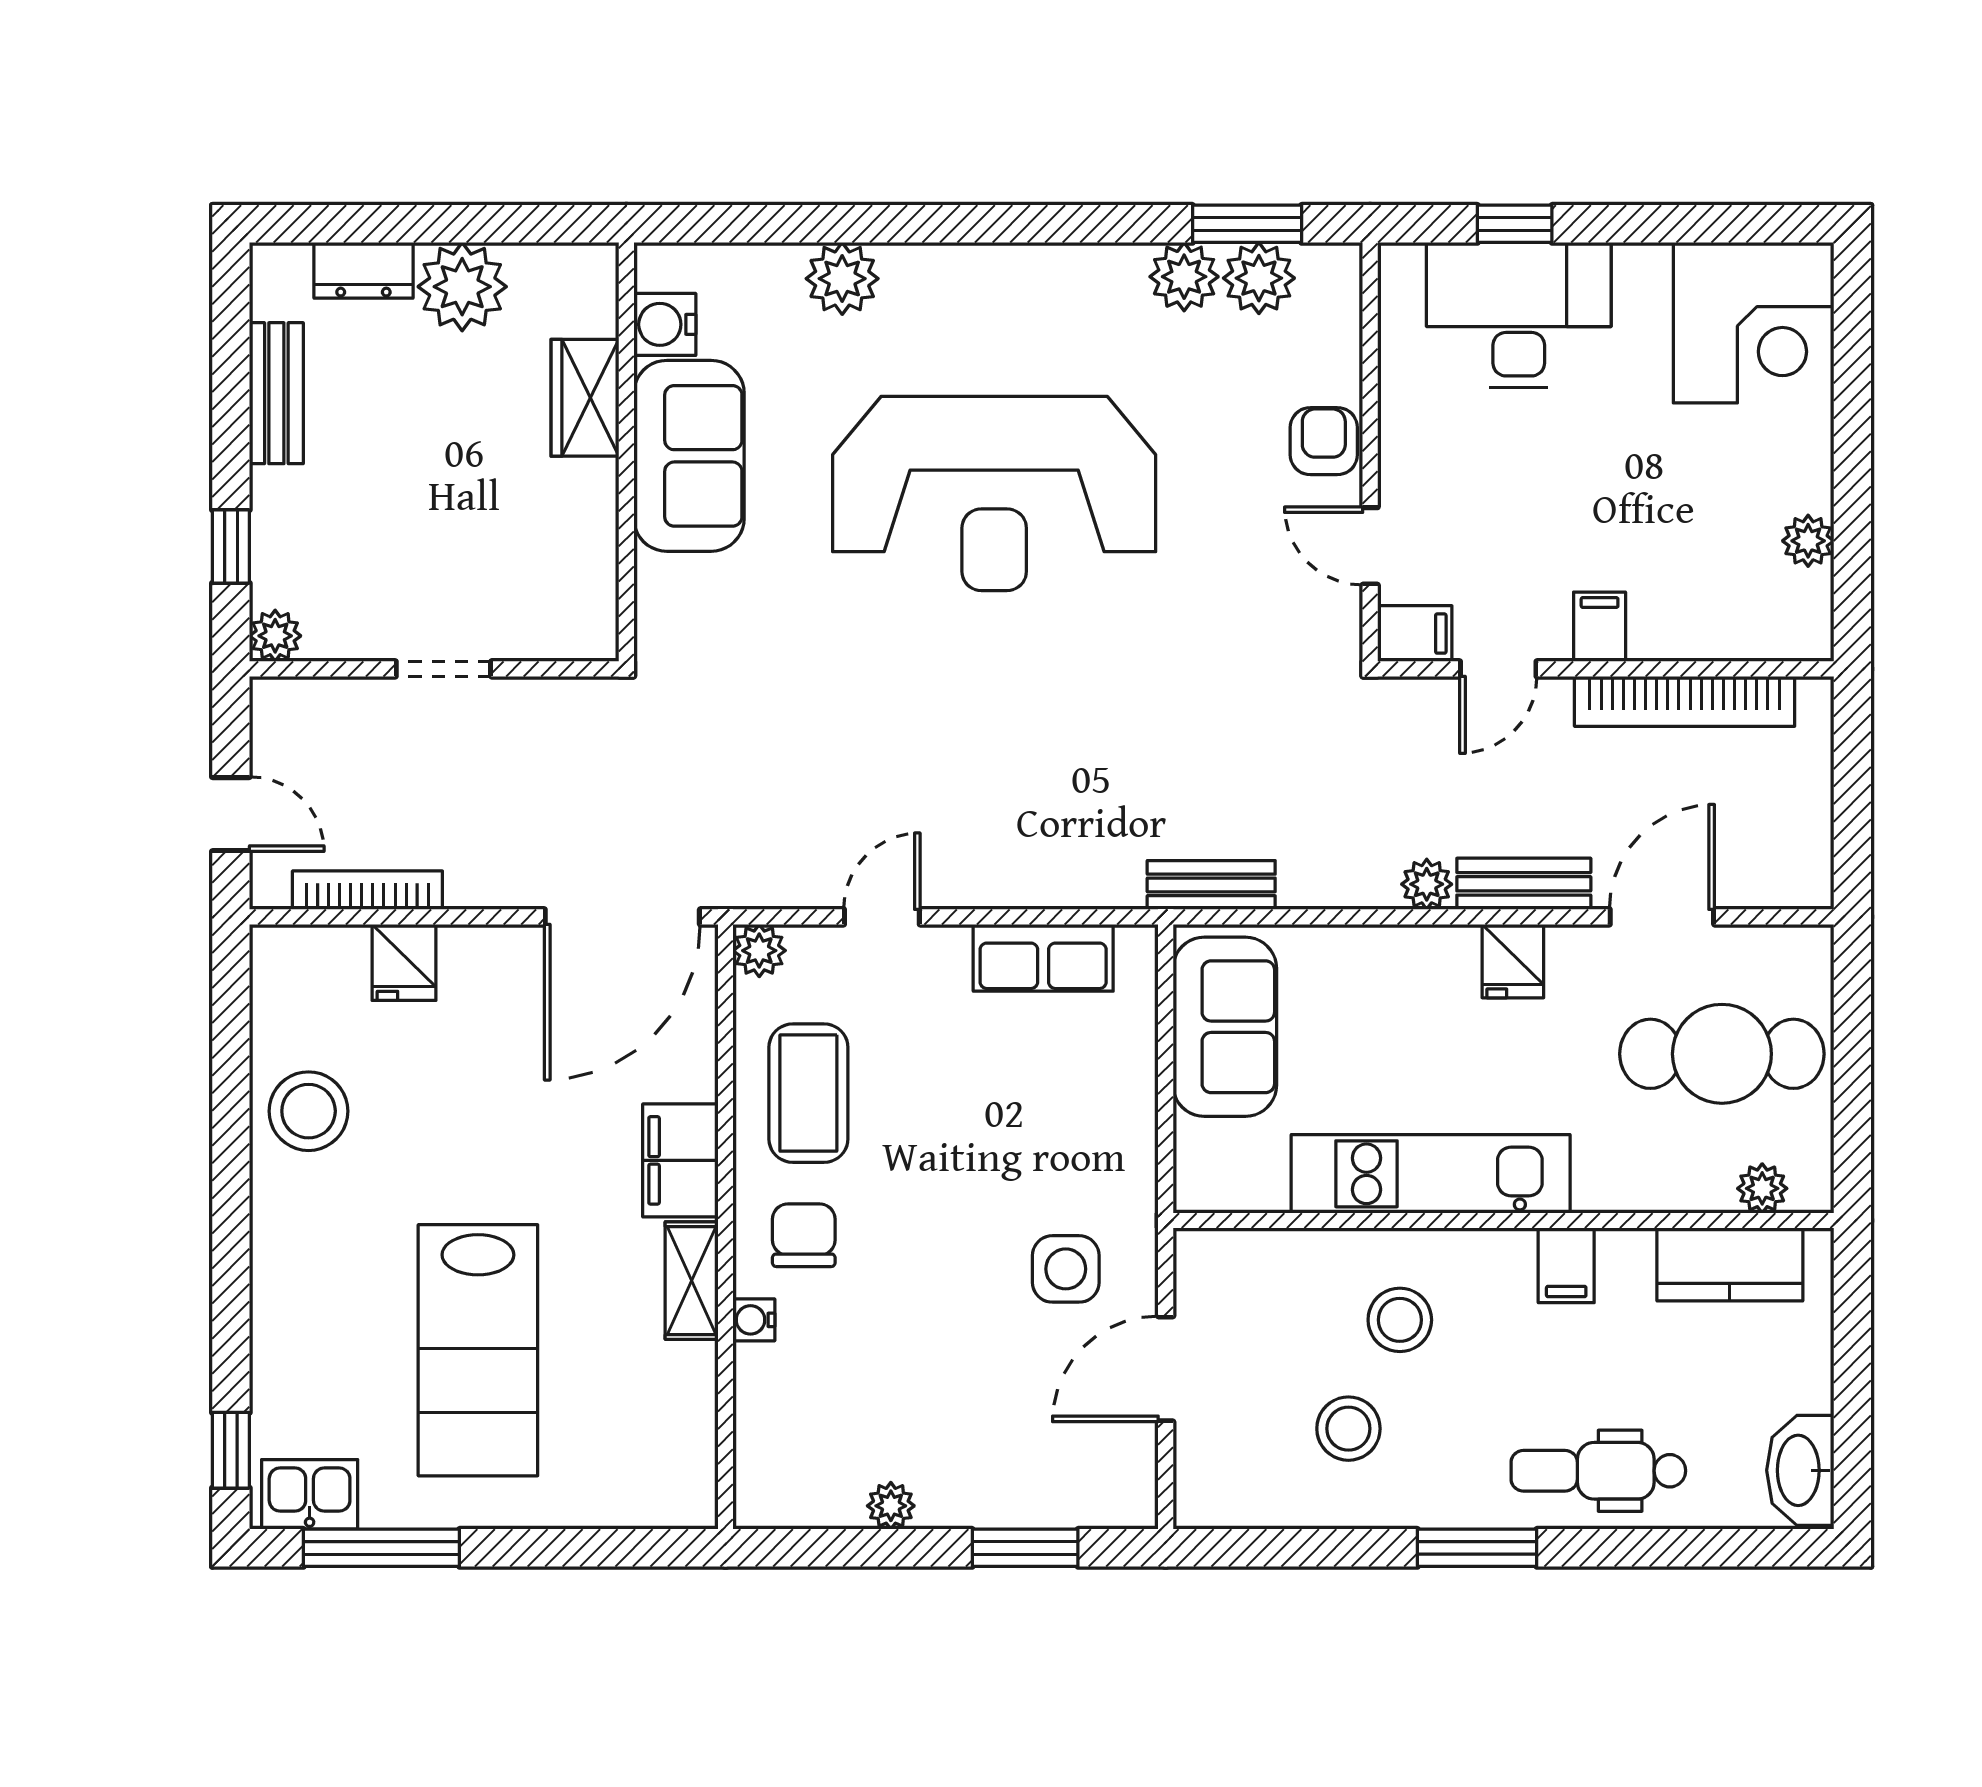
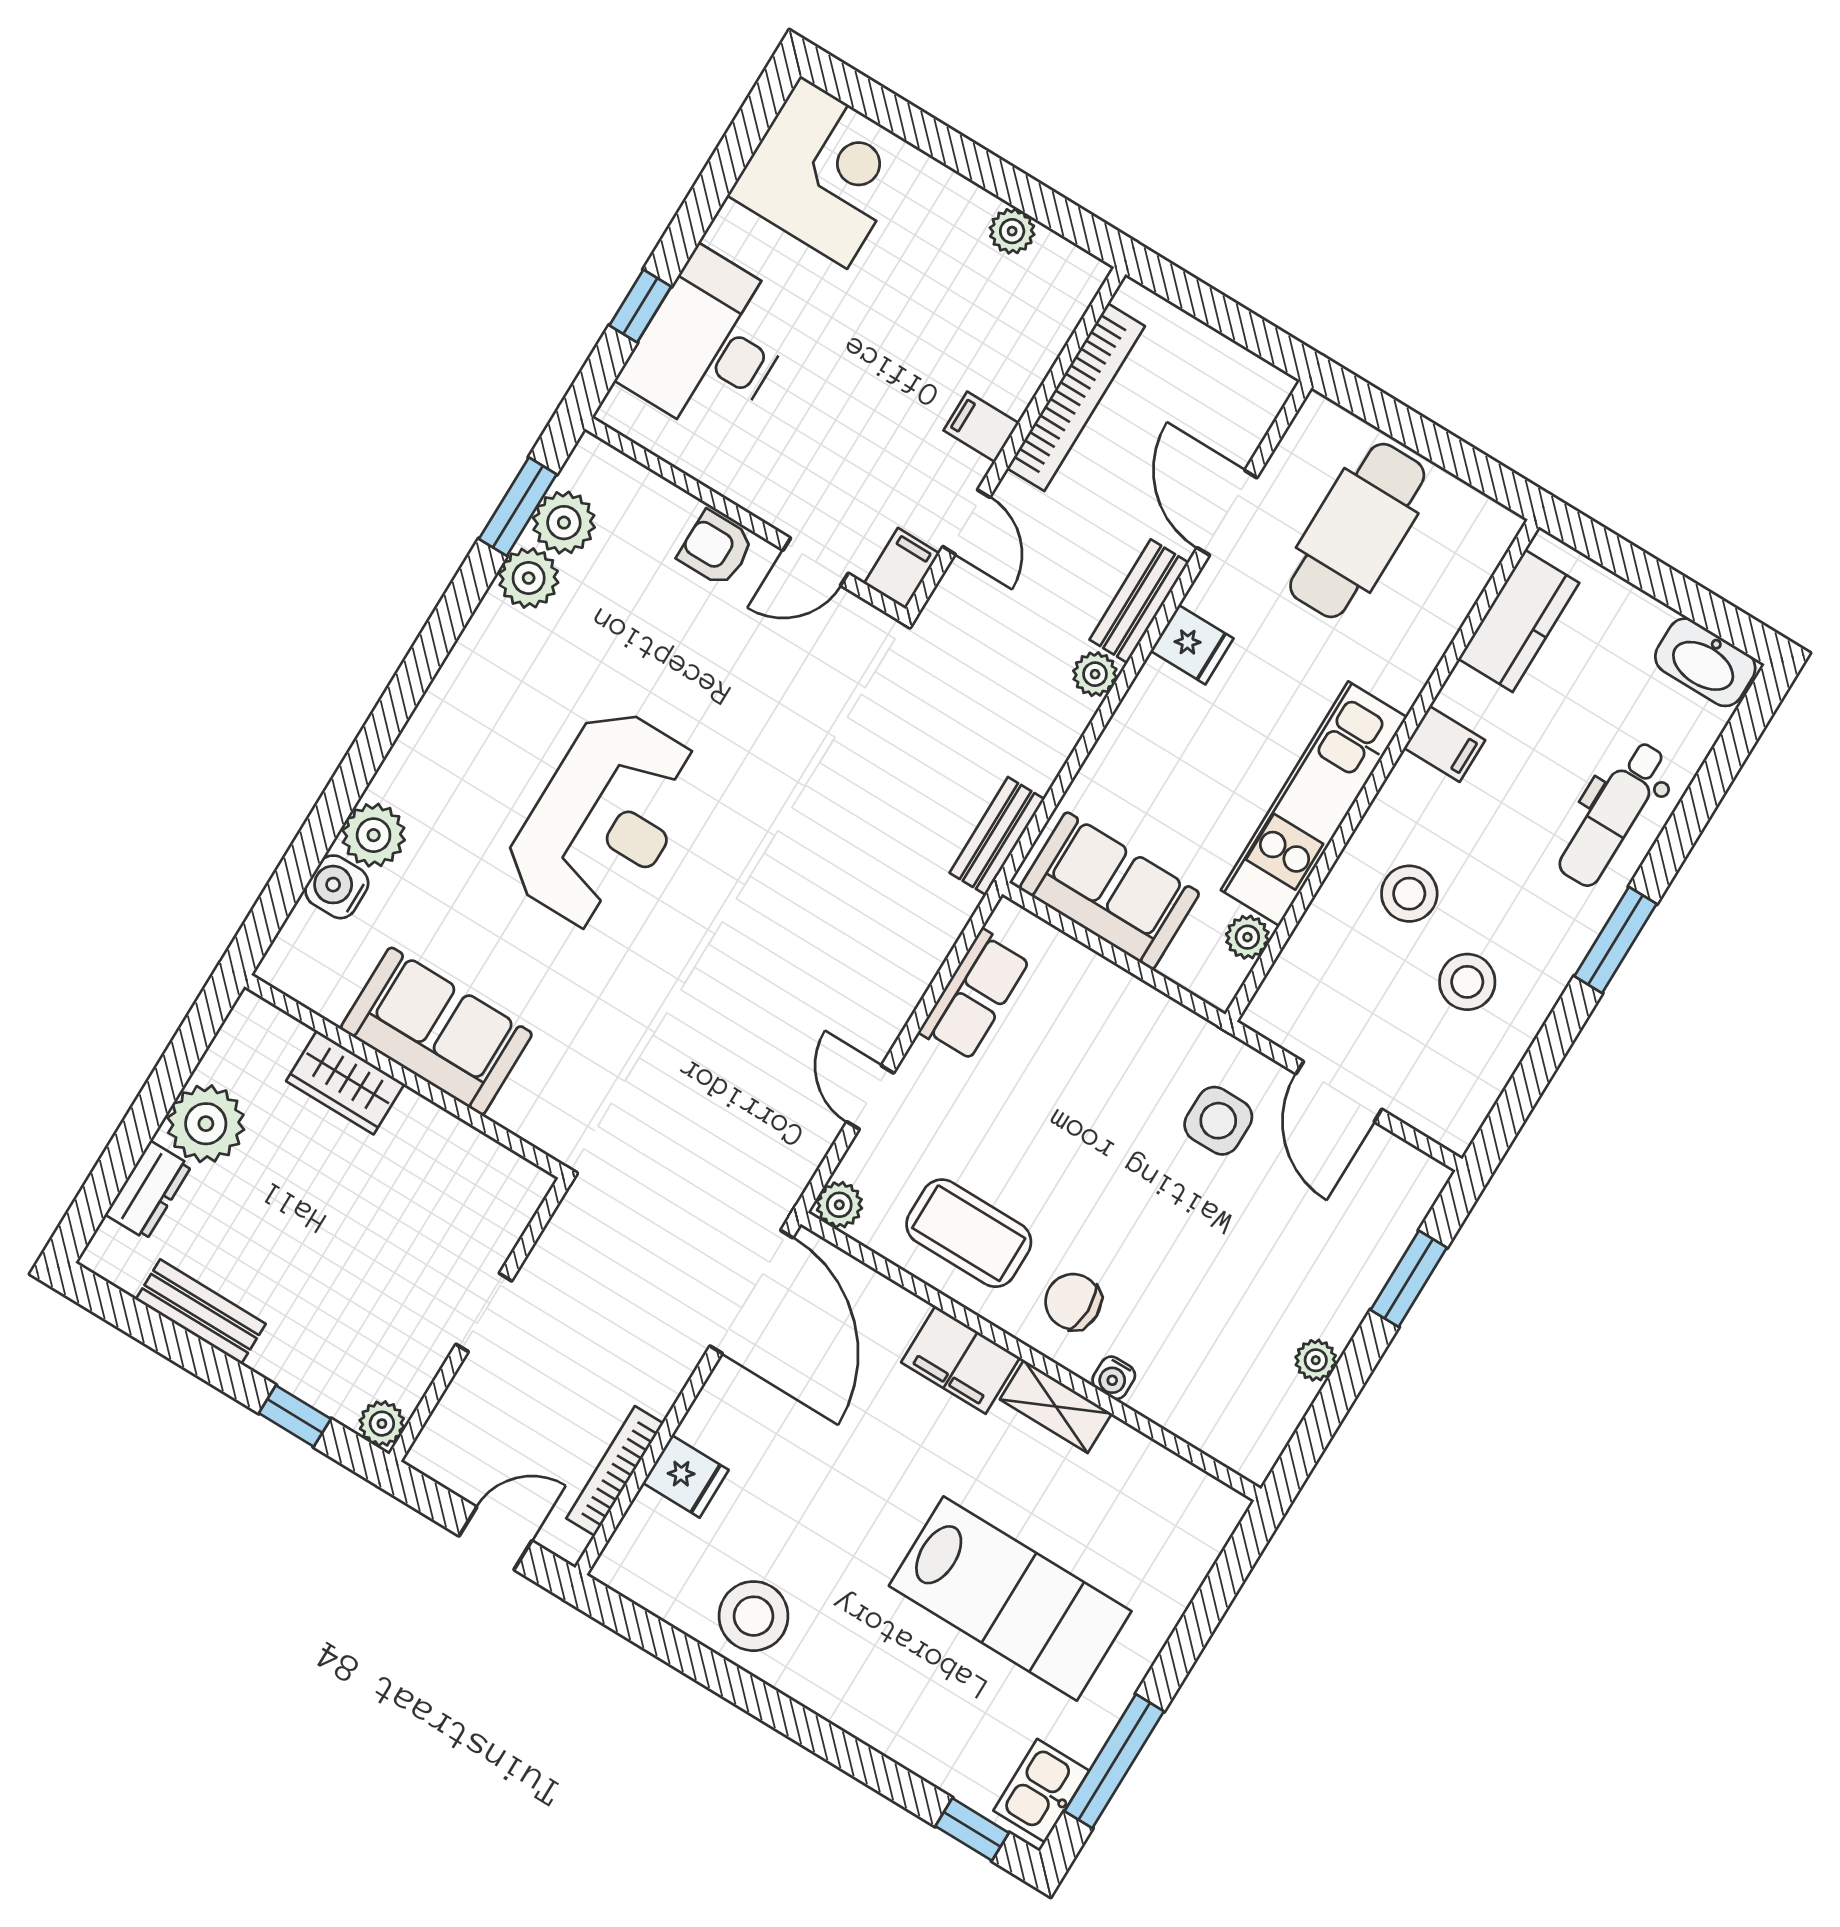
water cooler: (665, 324) -> (337, 887), moved, turned 90
reception desk: (994, 493) -> (604, 820), width x0.74, depth x0.77
plant: (1762, 1188) -> (1247, 937), moved

